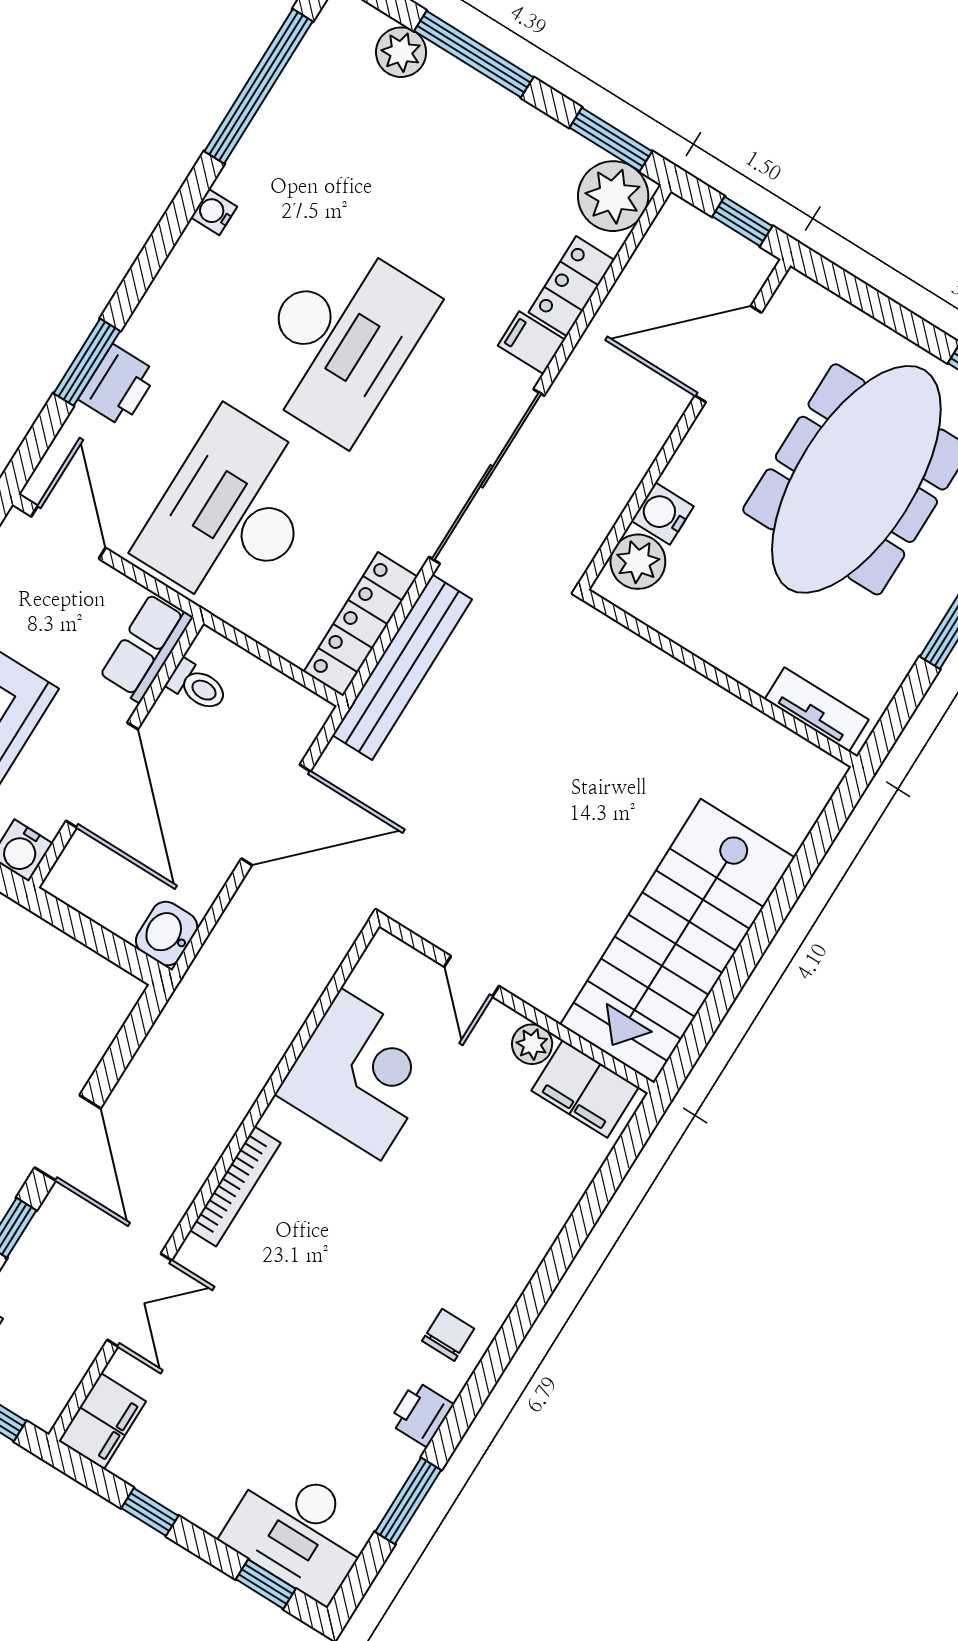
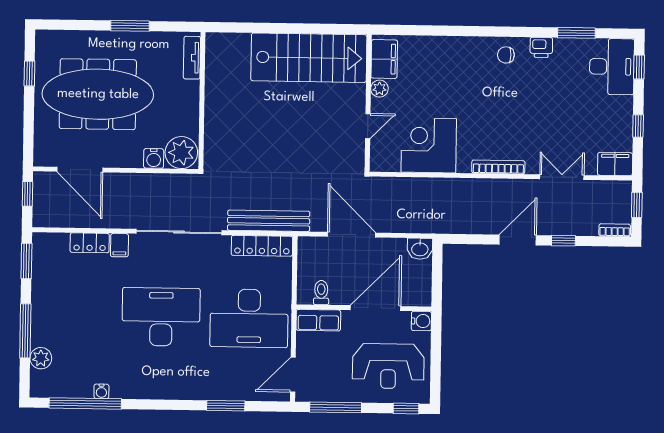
plant: (613, 196) -> (47, 247), removed
water cooler: (214, 212) -> (101, 391), moved
printer: (118, 386) -> (228, 389), removed
plant: (638, 562) -> (181, 153), width x1.36, depth x1.36

